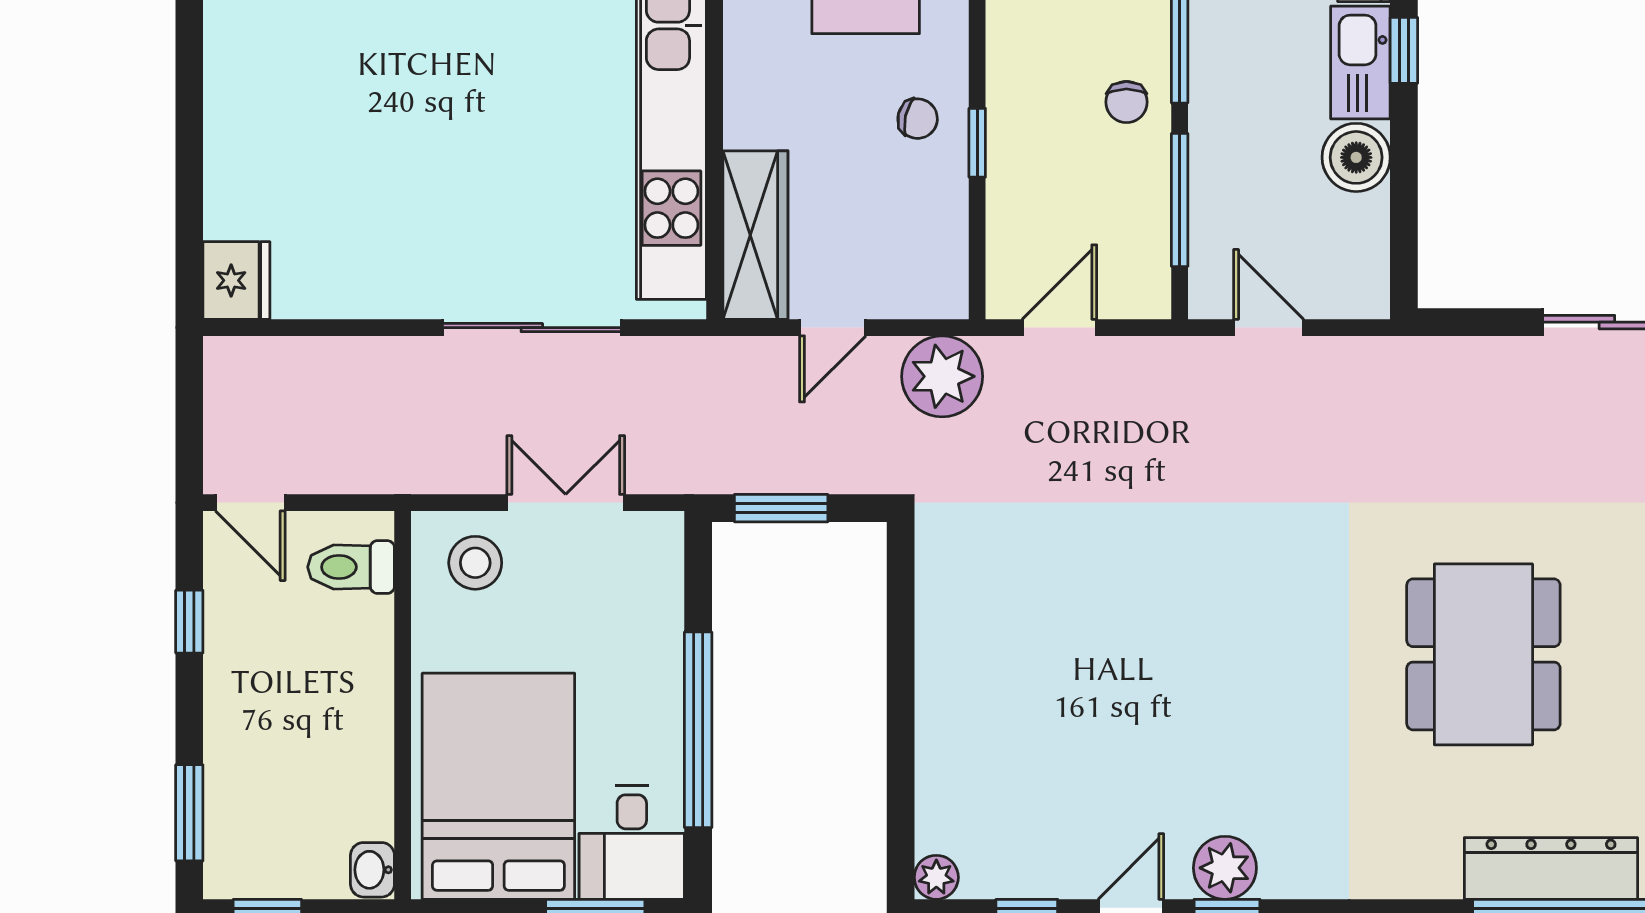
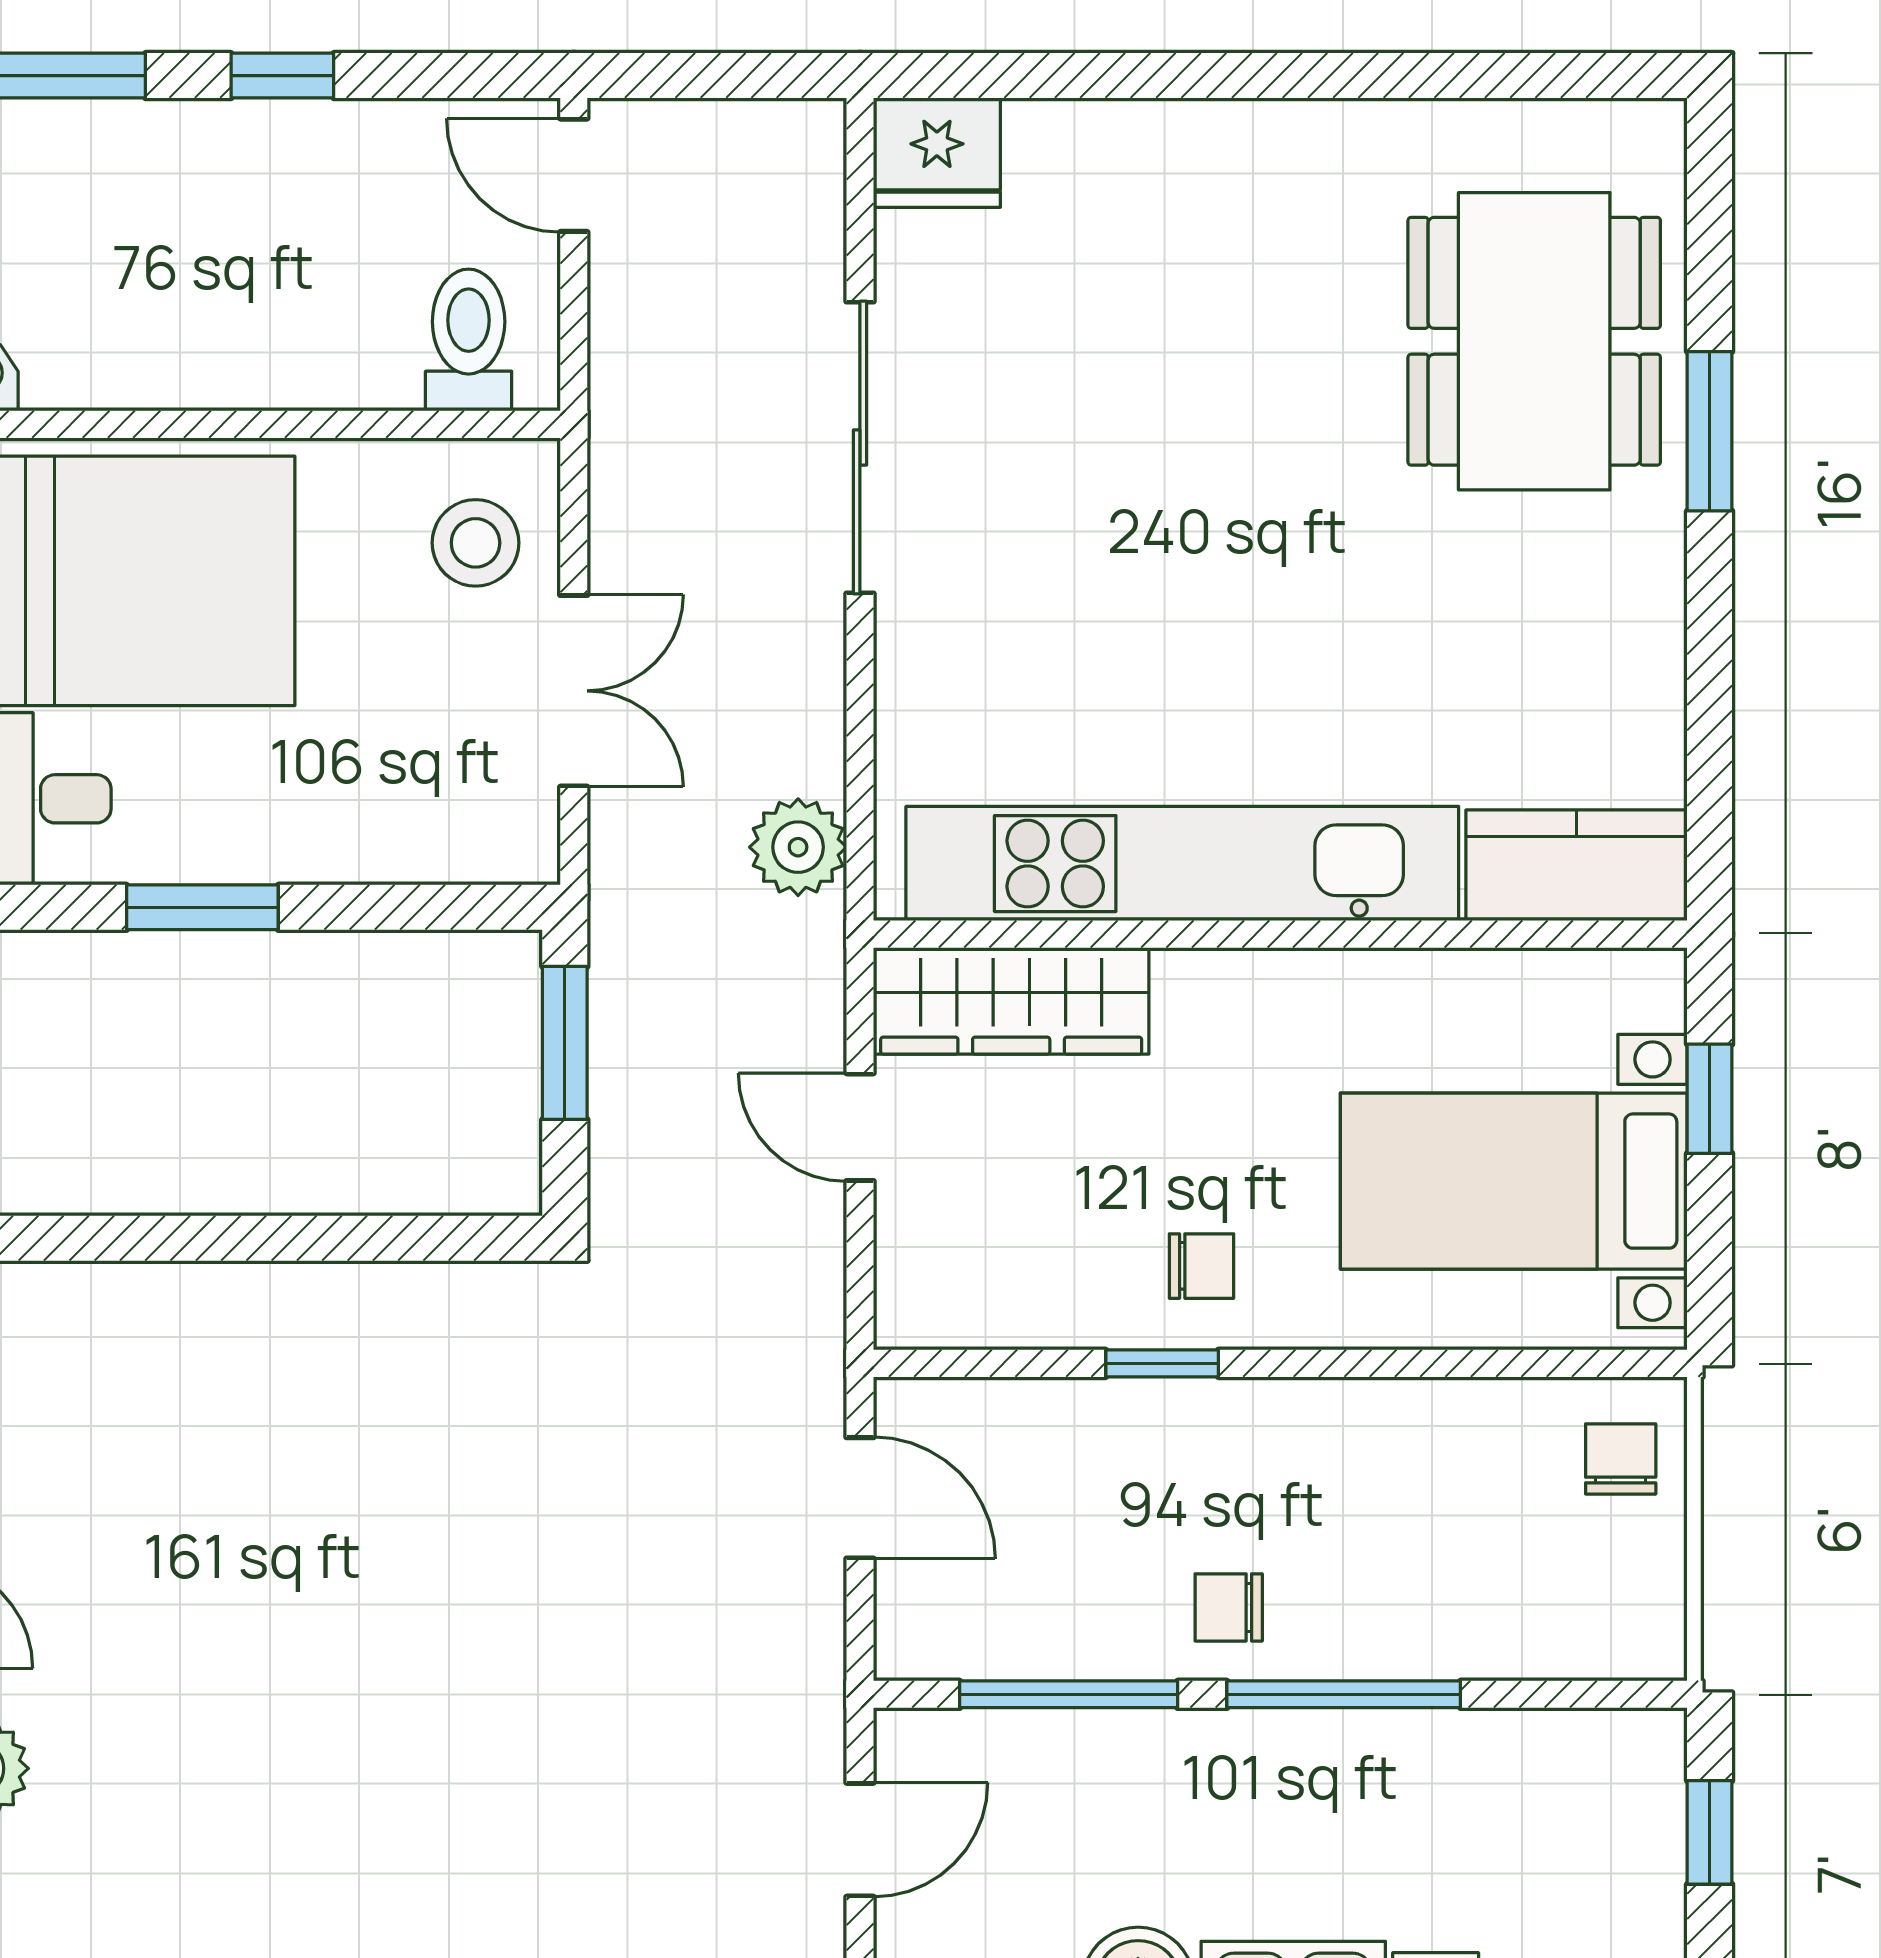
chair: (918, 119) -> (1202, 1266), turned -103
sliding door: (532, 328) -> (860, 448), moved
plant: (942, 376) -> (798, 847), moved, width x0.73, depth x0.73
door: (250, 503) -> (574, 175), hinge flipped
window: (189, 622) -> (282, 76), moved
window: (698, 730) -> (202, 907), width x0.47

